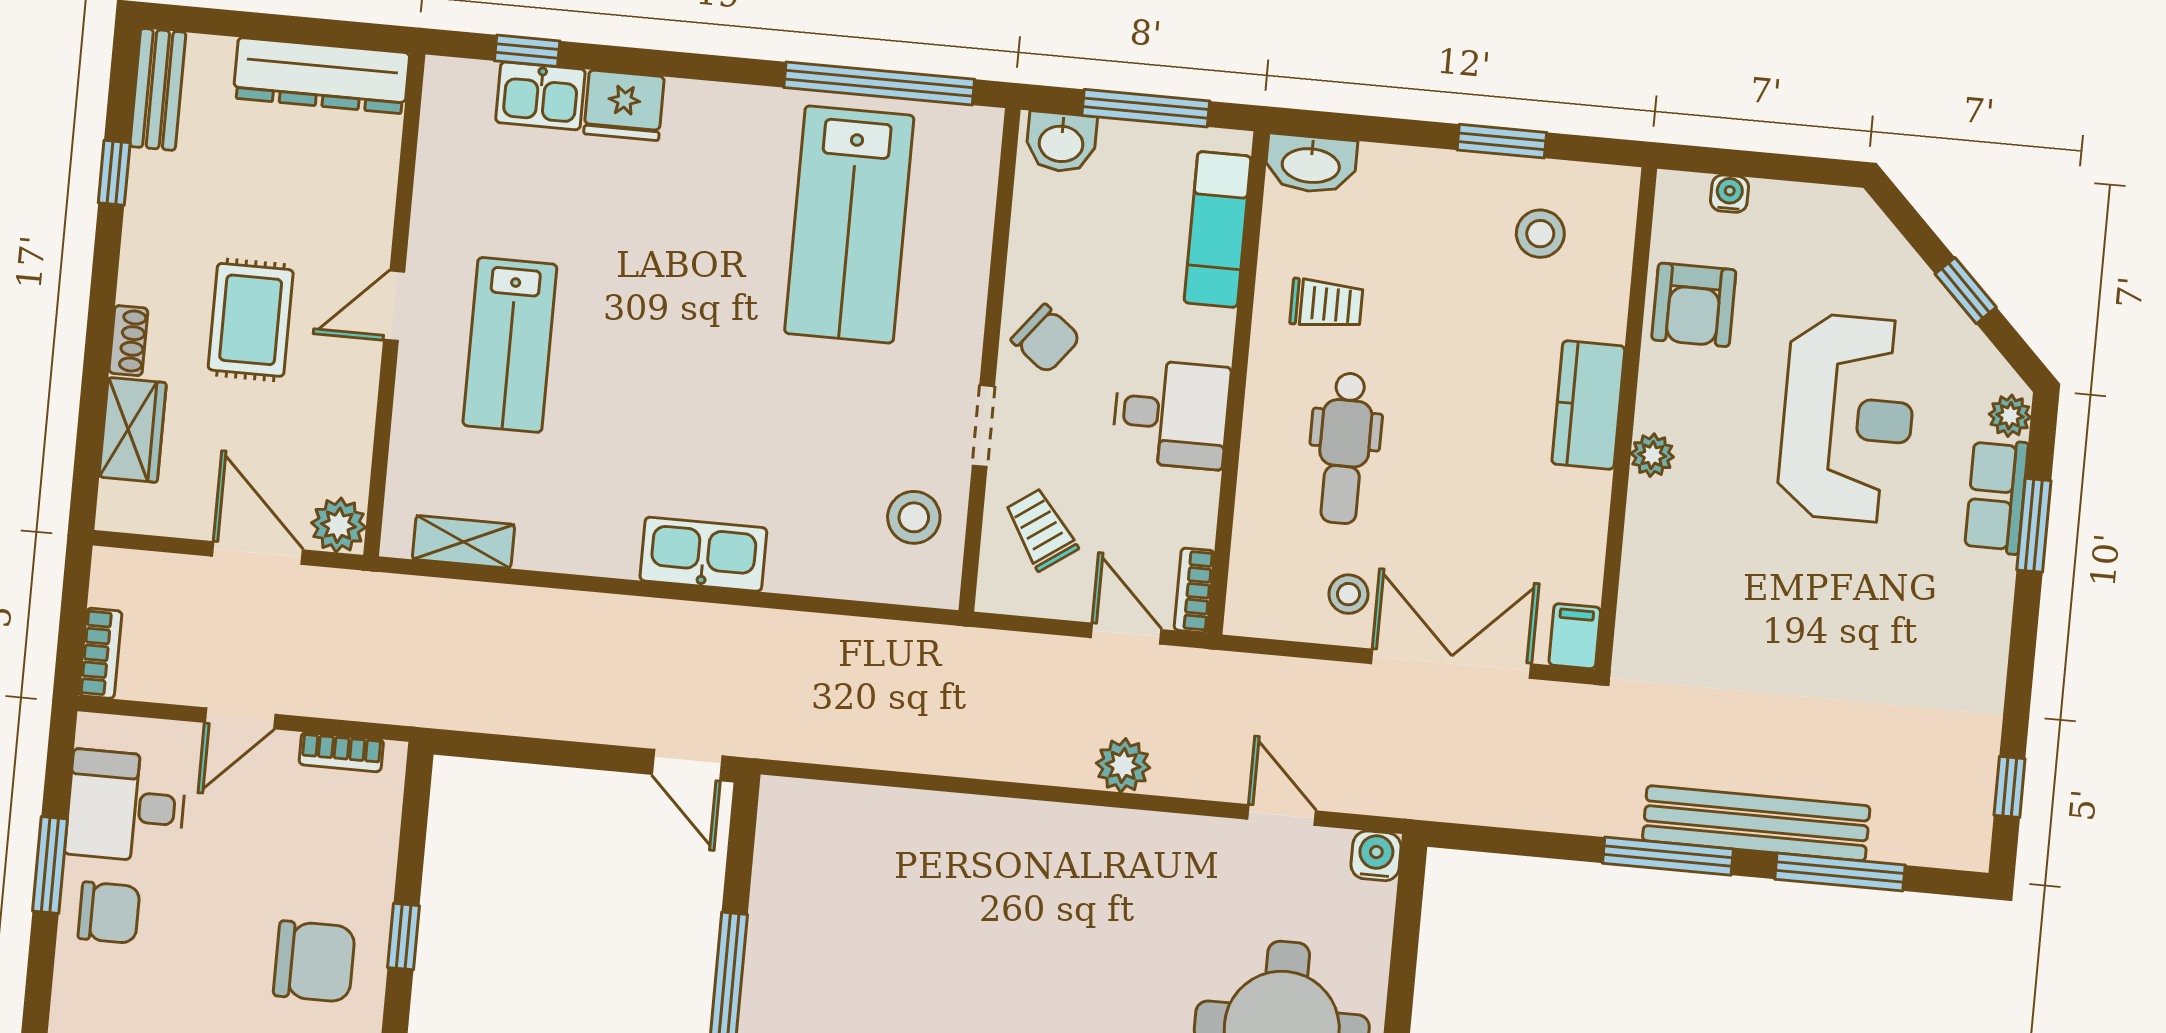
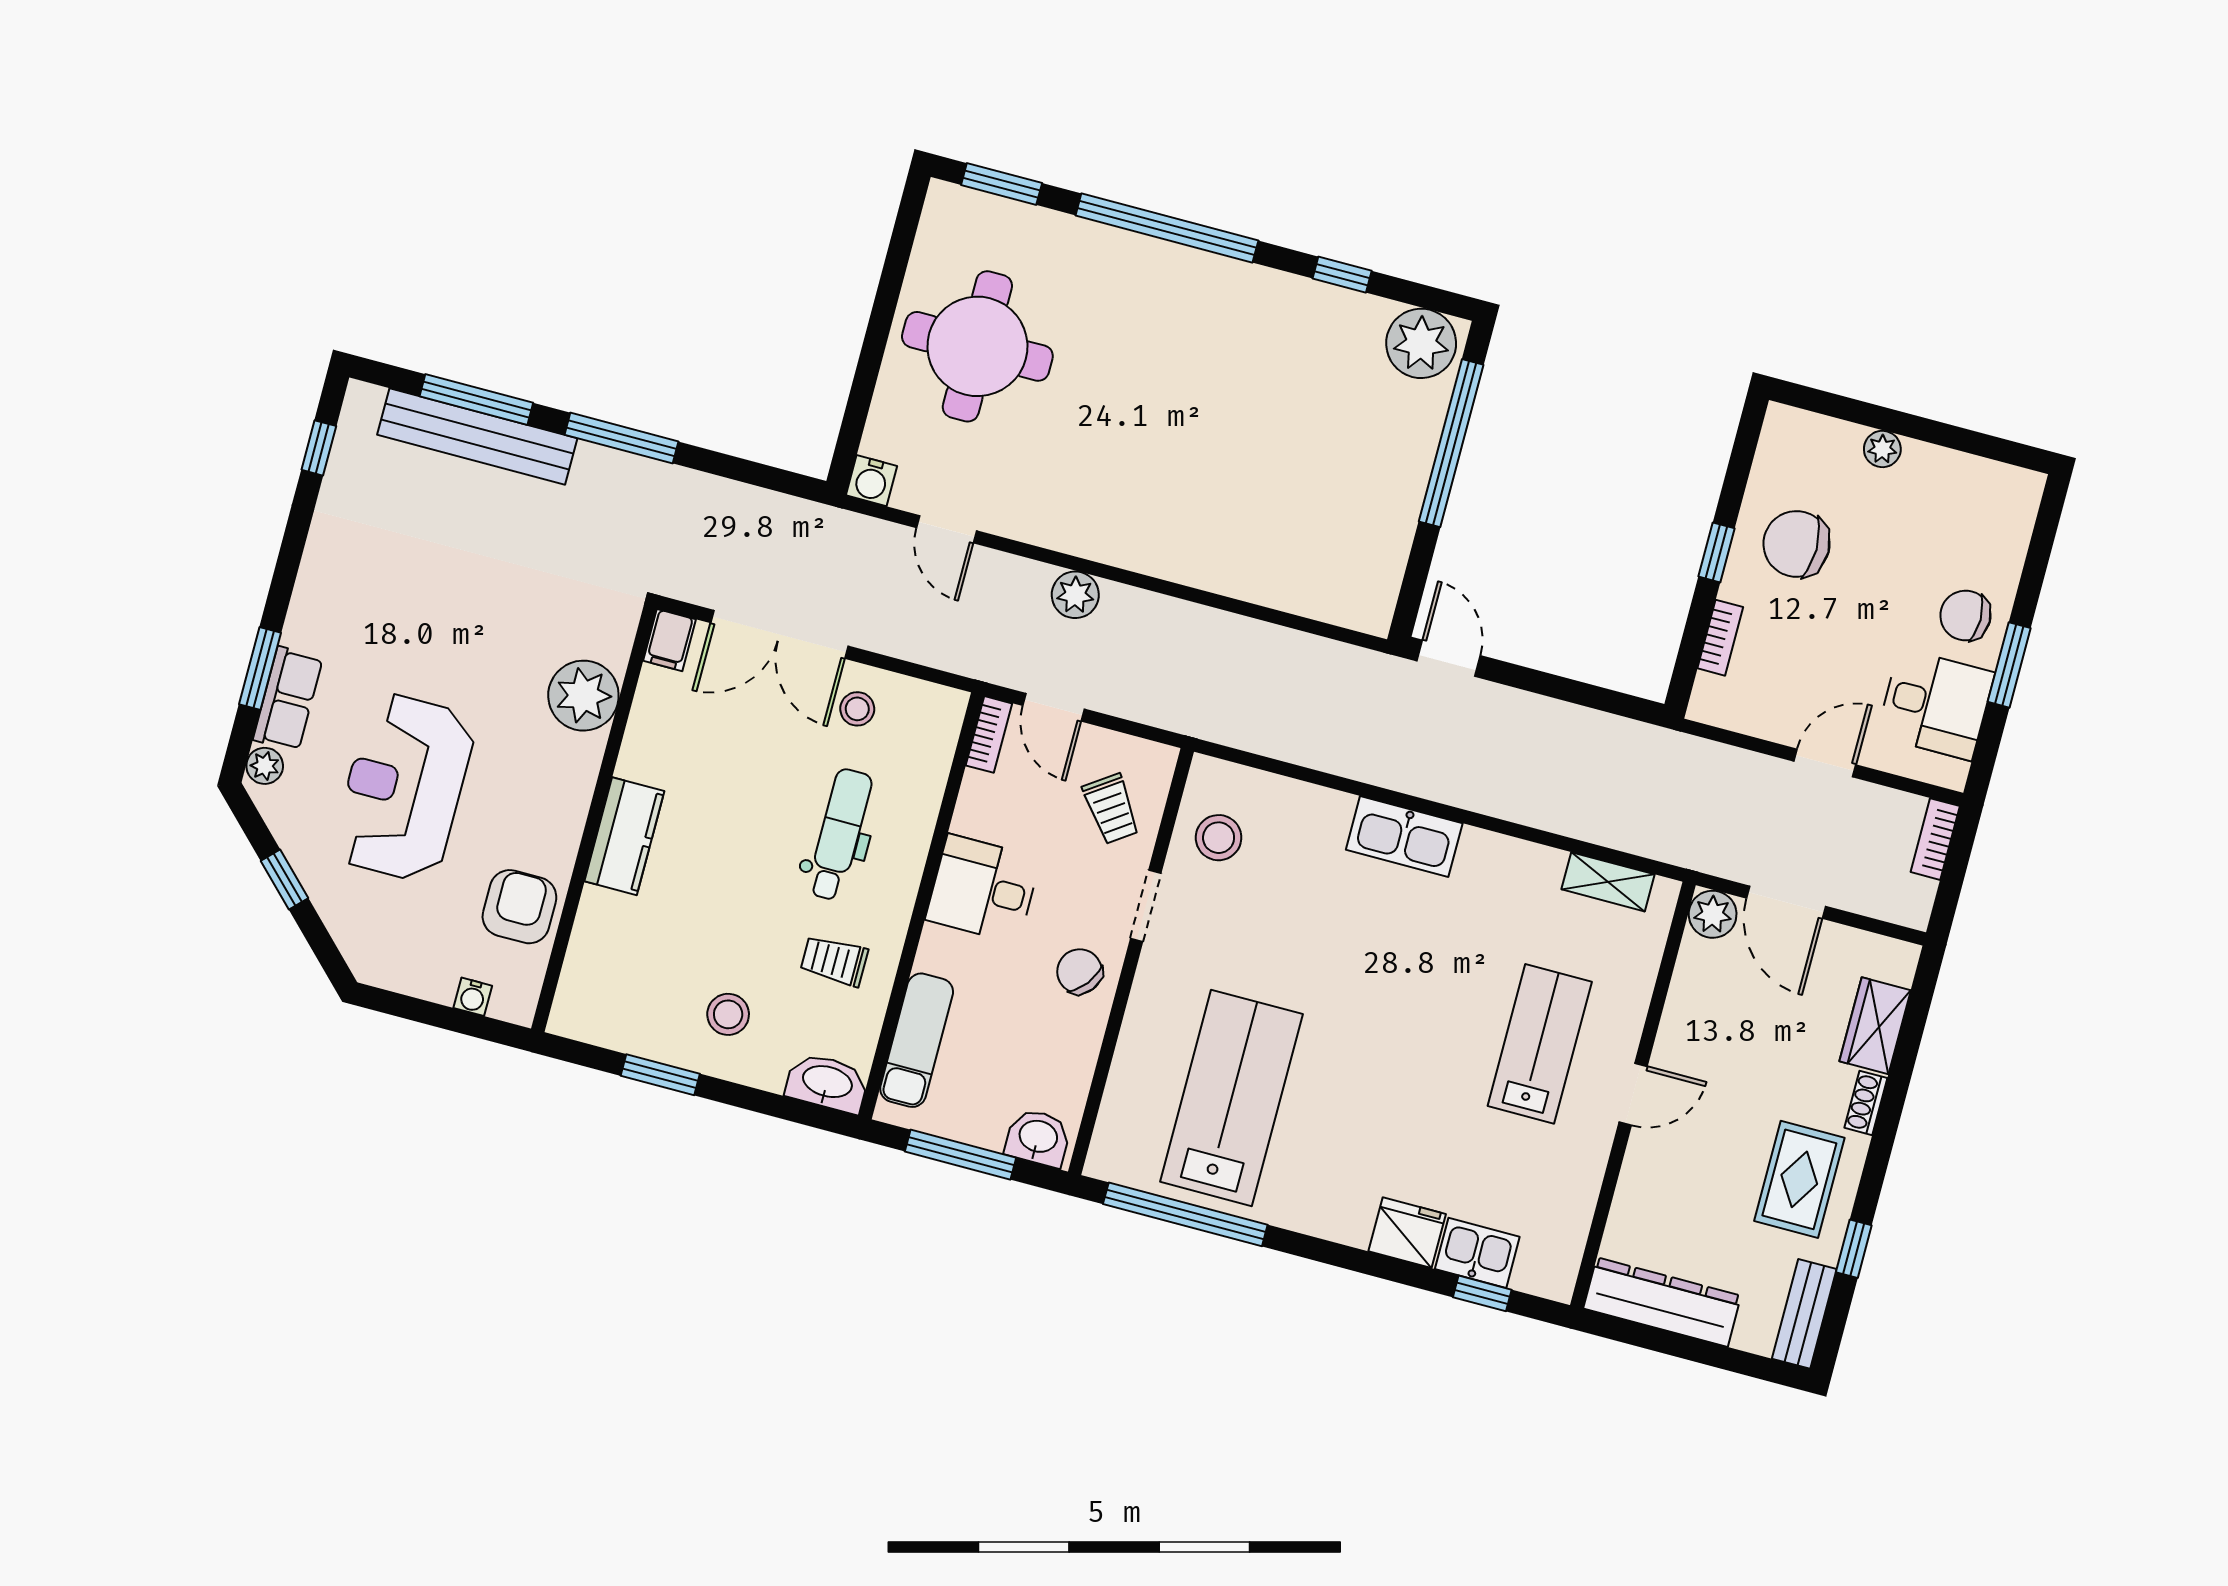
stool: (1540, 234) -> (728, 1014), moved
rug: (251, 320) -> (1799, 1179), moved
plant: (1652, 455) -> (583, 696), moved, width x1.87, depth x1.87
bookcase: (341, 752) -> (1720, 638), moved, turned 90
bench: (1756, 823) -> (477, 436), moved

